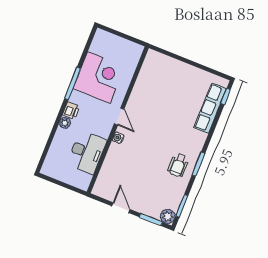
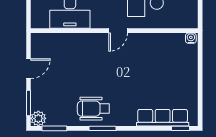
water cooler: (118, 138) -> (191, 38), moved
wheelchair: (178, 165) -> (93, 109), width x1.36, depth x1.37

